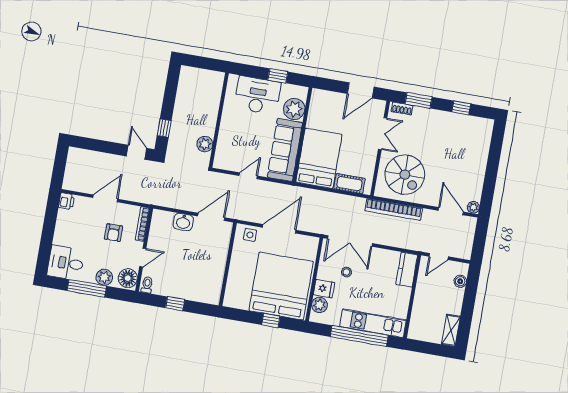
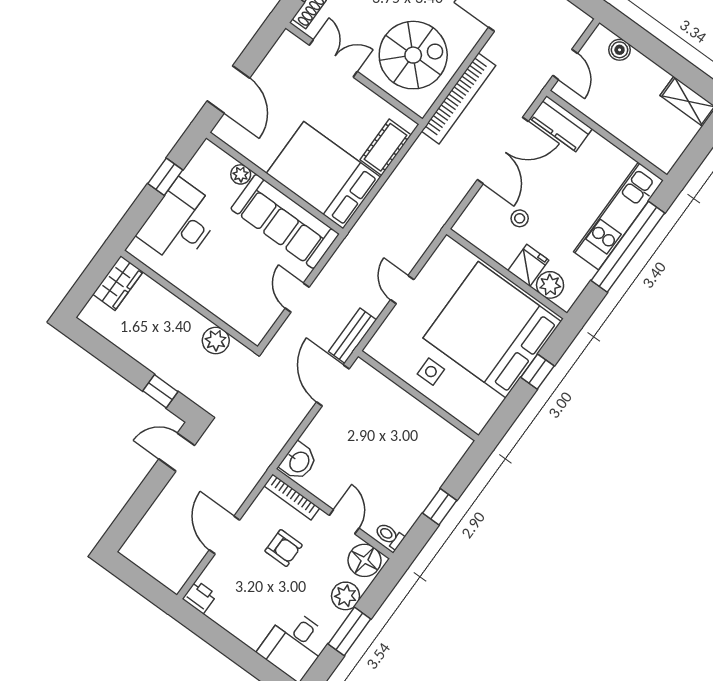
wardrobe: (210, 78) -> (118, 283), added
door: (361, 90) -> (228, 90), moved
plant: (294, 109) -> (241, 174), width x0.53, depth x0.53
bench: (242, 214) -> (352, 336), added
washbasin: (183, 222) -> (299, 461), moved
door: (279, 229) -> (402, 290), width x0.53
side table: (250, 235) -> (431, 372), moved
double door: (350, 241) -> (503, 151), moved
window: (87, 288) -> (349, 631), width x0.69

